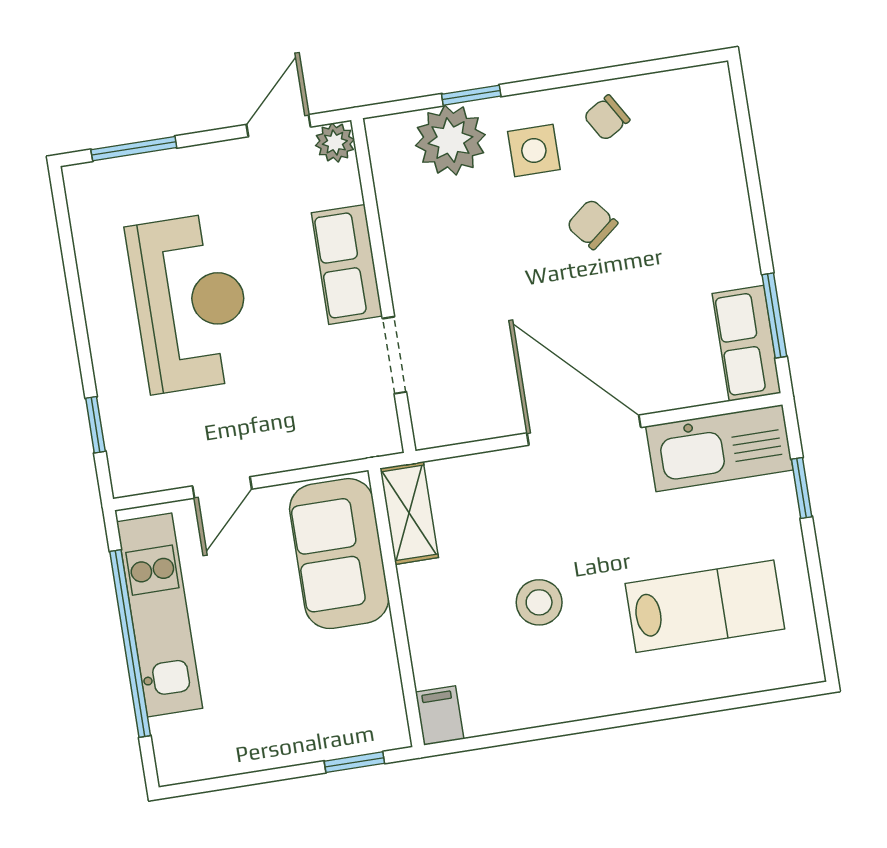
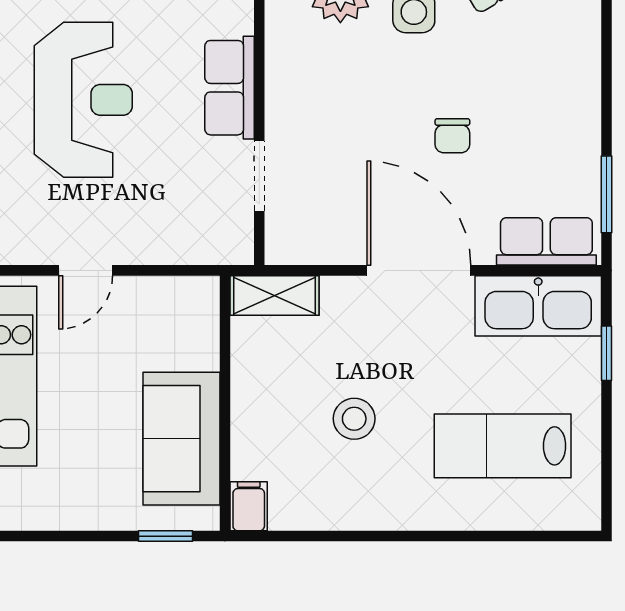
chair: (592, 224) -> (452, 136), moved, turned -141
row of seats: (747, 343) -> (546, 241), moved, turned 90
shelving: (409, 513) -> (275, 295), moved, turned 90
sofa: (339, 554) -> (182, 439), moved
lab bench: (705, 606) -> (503, 446), turned 180

